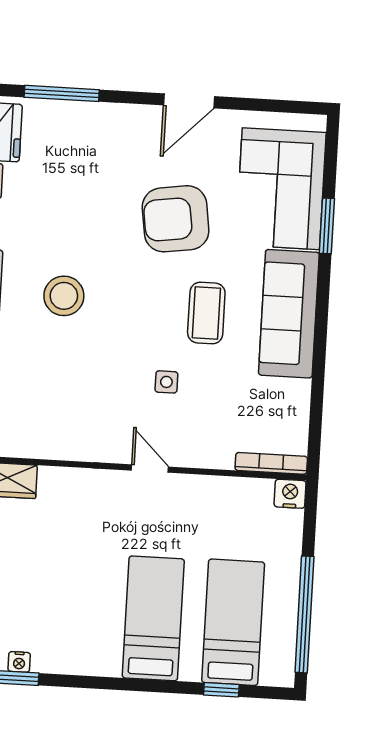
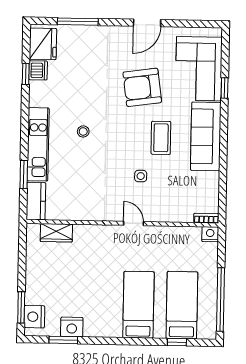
window: (327, 226) -> (225, 88), width x0.67
stool: (64, 296) -> (83, 131), width x0.53, depth x0.53
bookcase: (271, 463) -> (206, 218), width x0.64
nightstand: (19, 662) -> (72, 327), width x1.89, depth x1.79

